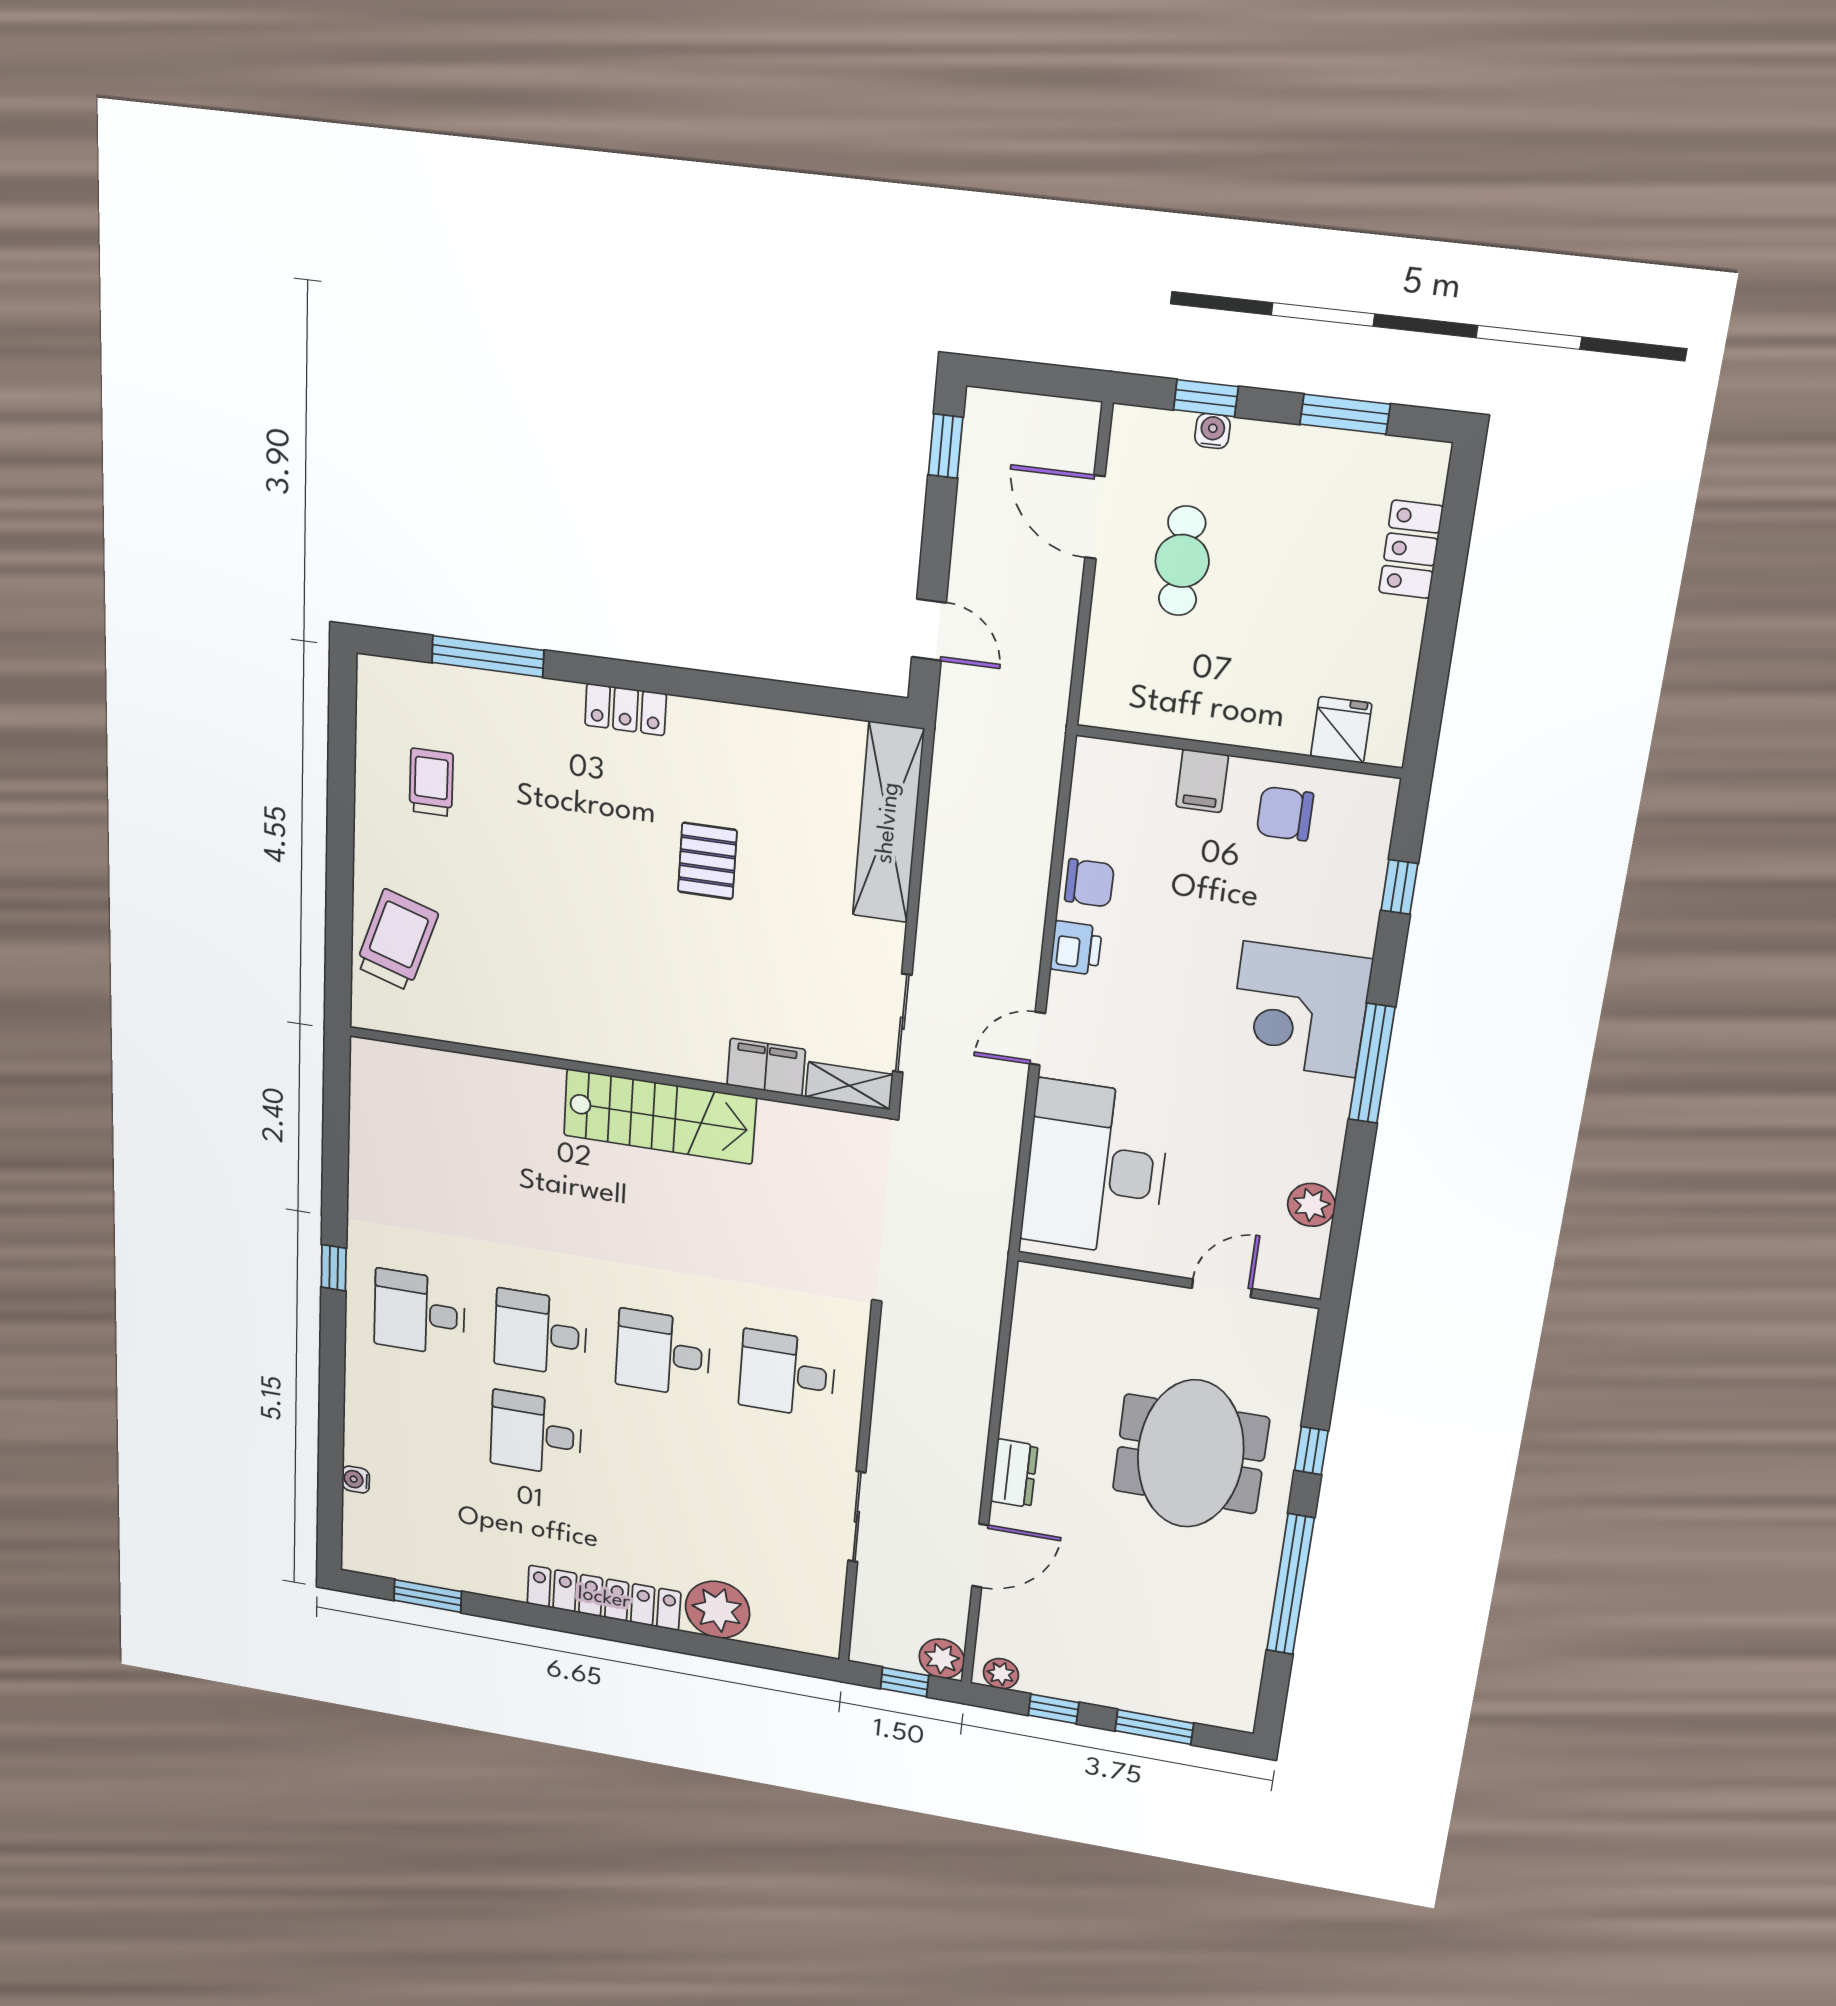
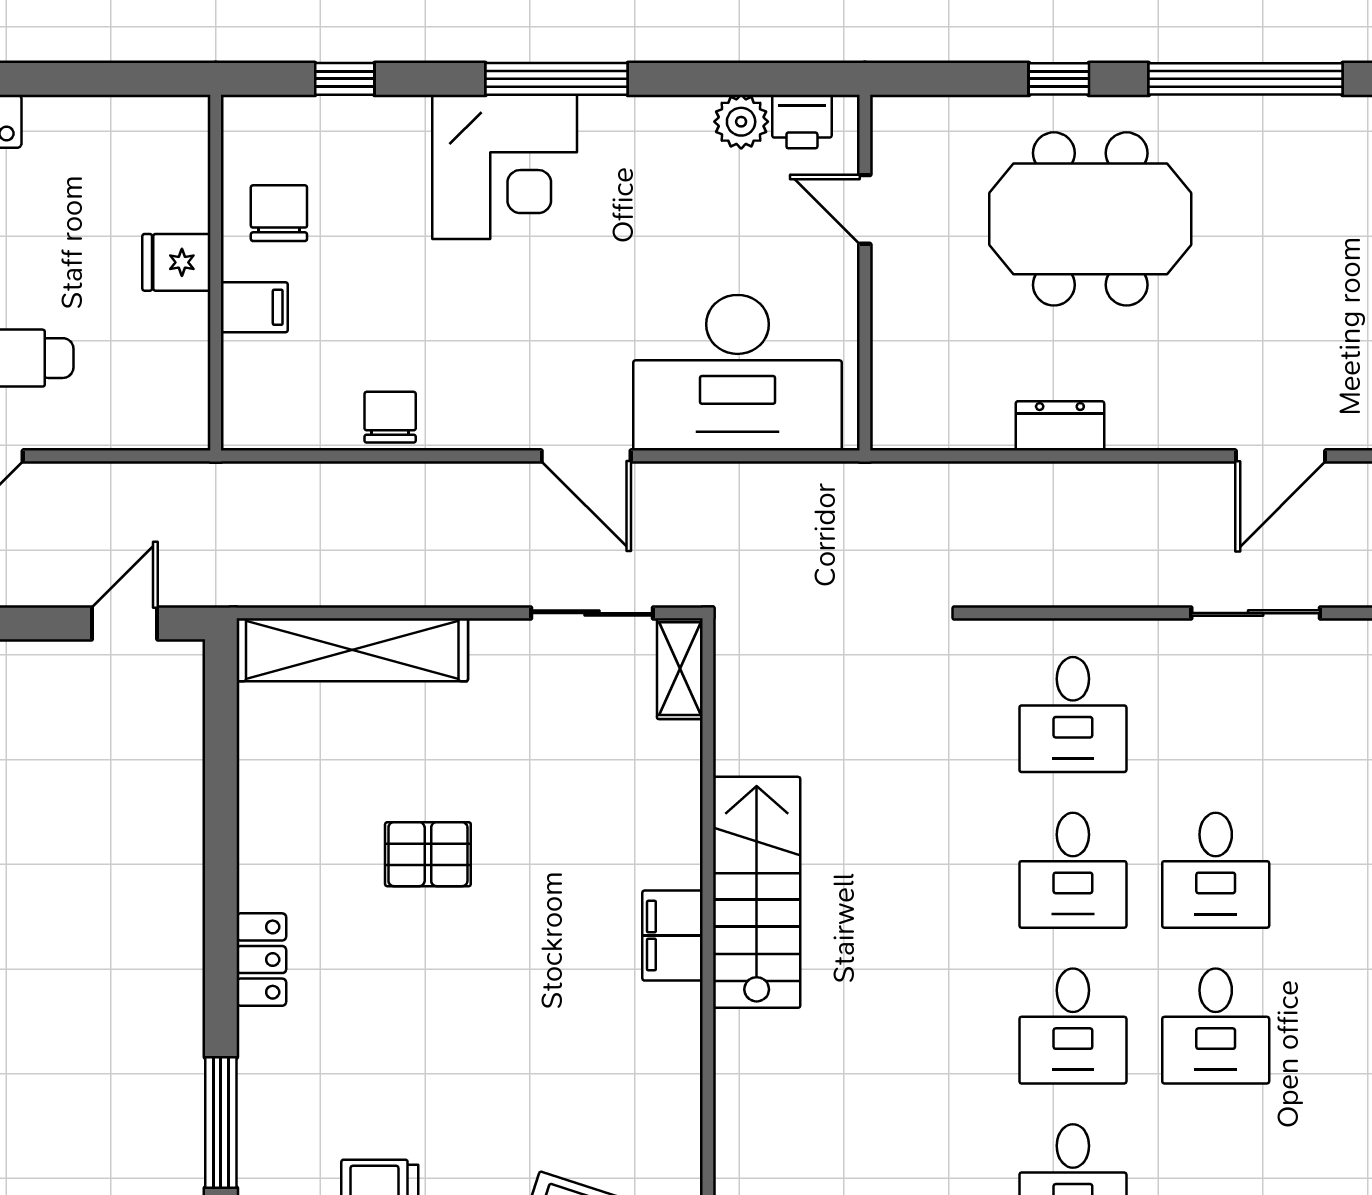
fridge: (1341, 730) -> (176, 262), moved
chair: (1285, 814) -> (279, 213), turned 180
printer: (1076, 948) -> (802, 122), moved, turned 180
door: (1037, 1039) -> (586, 456), width x1.38
filing cabinet: (766, 1067) -> (672, 936), moved
desk: (657, 1454) -> (1216, 870), added
dresser: (1014, 1473) -> (1060, 426), moved
door: (980, 1556) -> (1281, 456), swing flipped

